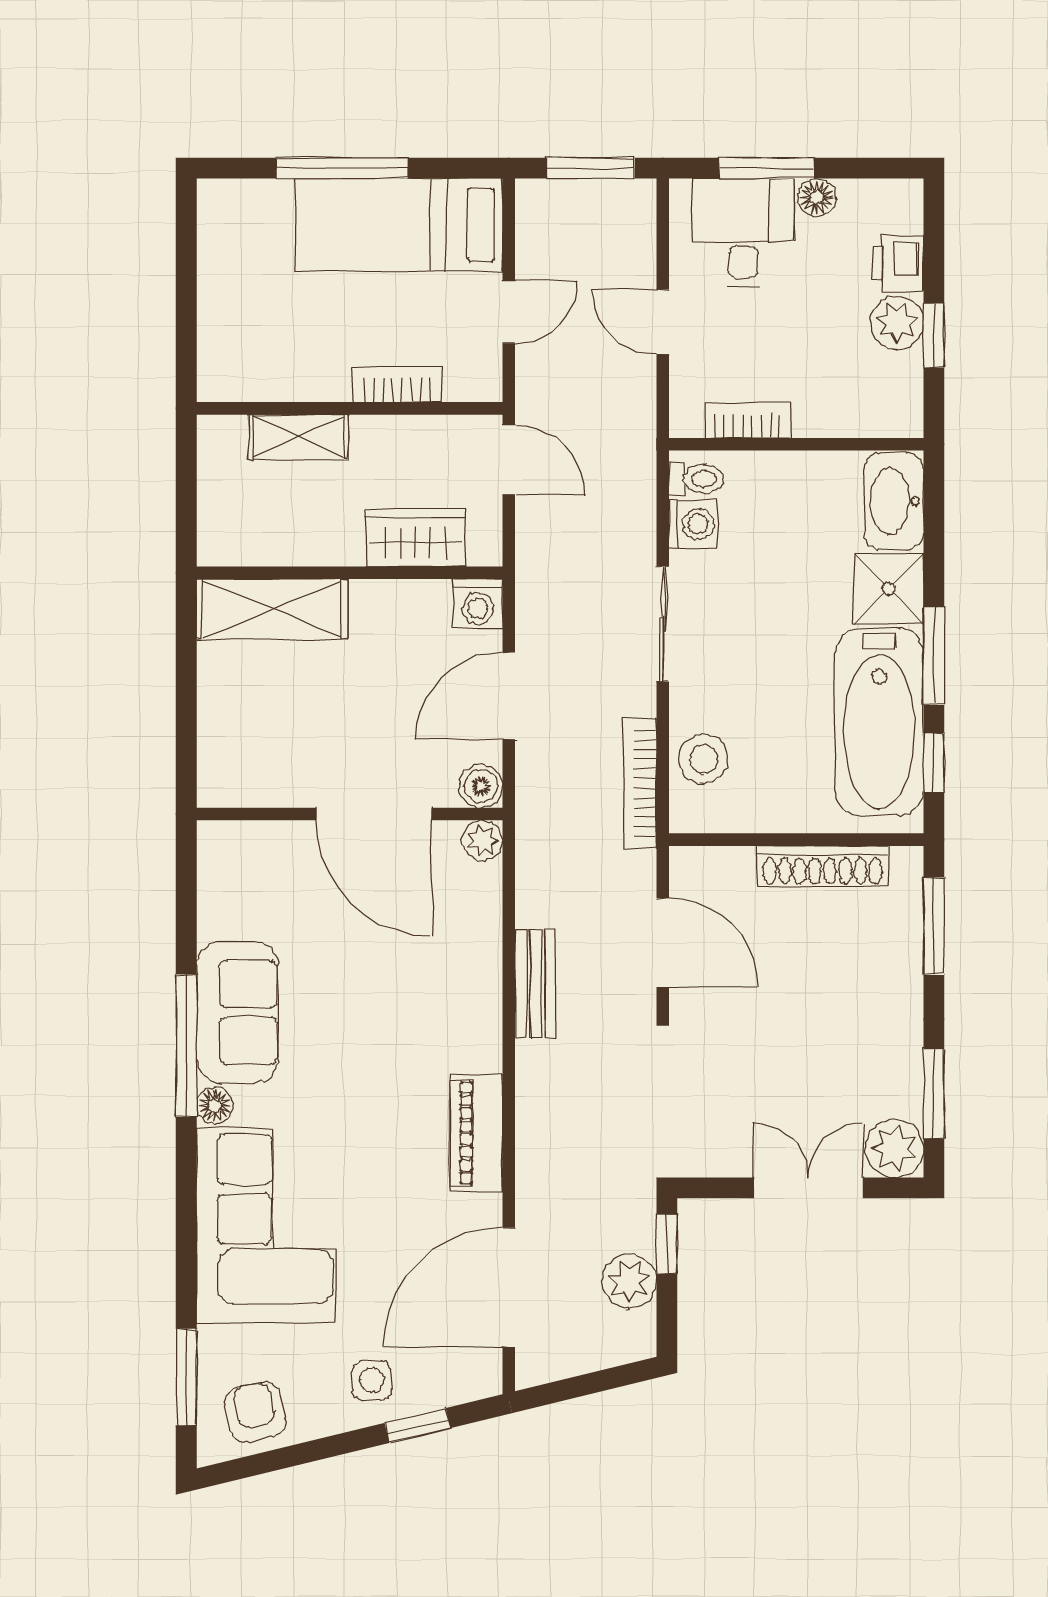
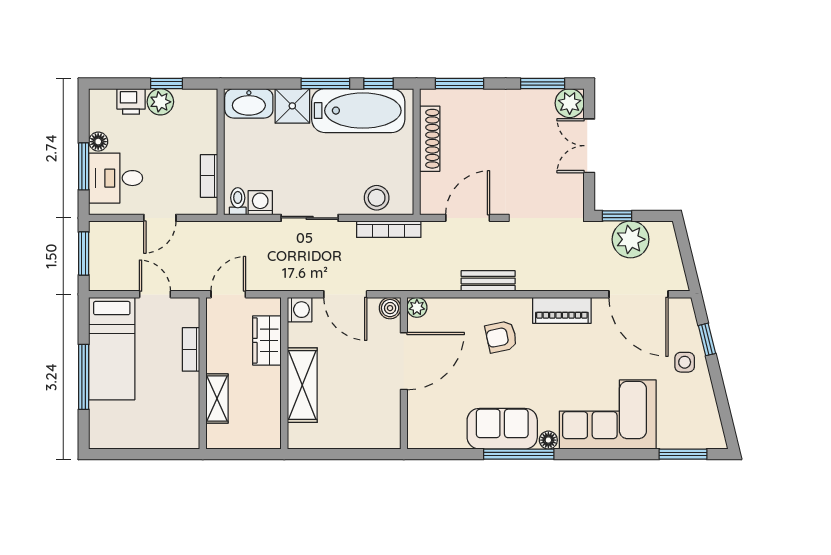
shelving: (272, 609) -> (302, 385), moved
plant: (629, 1281) -> (631, 239), width x1.36, depth x1.36
armchair: (255, 1412) -> (501, 337), moved

